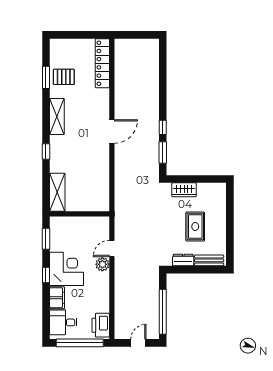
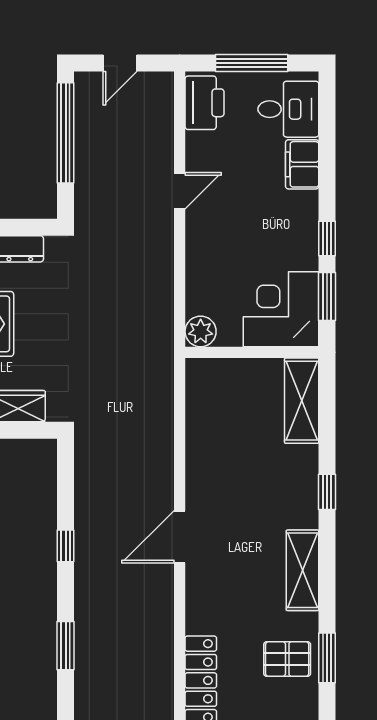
window: (163, 153) -> (66, 646), moved
door: (112, 248) -> (180, 191), moved
plant: (102, 264) -> (201, 331), moved
corner desk: (67, 269) -> (281, 309), moved, turned 90
window: (46, 275) -> (327, 238), moved
window: (80, 343) -> (252, 63), width x0.68

